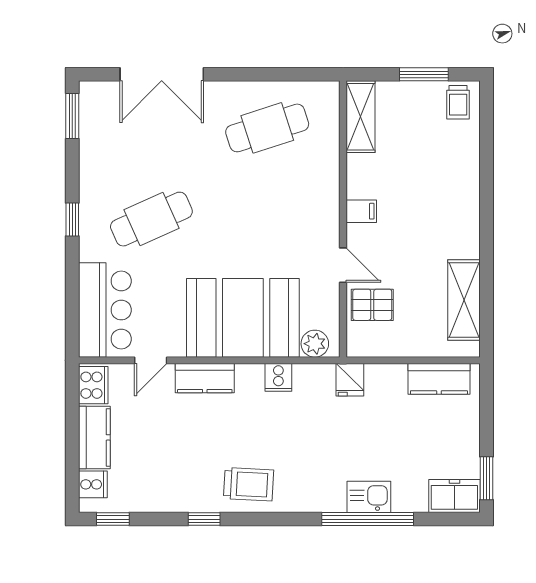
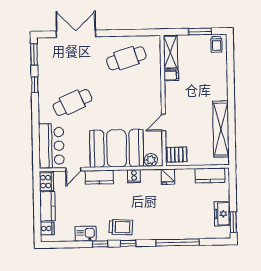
double door: (162, 74) -> (76, 34), swing flipped
filing cabinet: (361, 211) -> (171, 75), moved
window: (72, 219) -> (35, 85), moved
door: (343, 265) -> (164, 123), swing flipped
shelving: (464, 300) -> (221, 129), width x1.47
pallet: (372, 305) -> (177, 155), moved
freezer: (454, 496) -> (222, 214), moved, turned -90
kitchen sink: (369, 497) -> (86, 234), moved
window: (113, 519) -> (128, 243), moved

